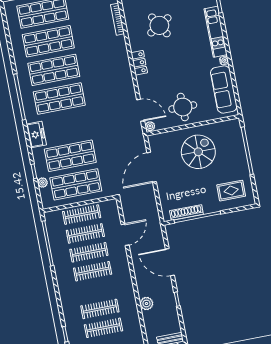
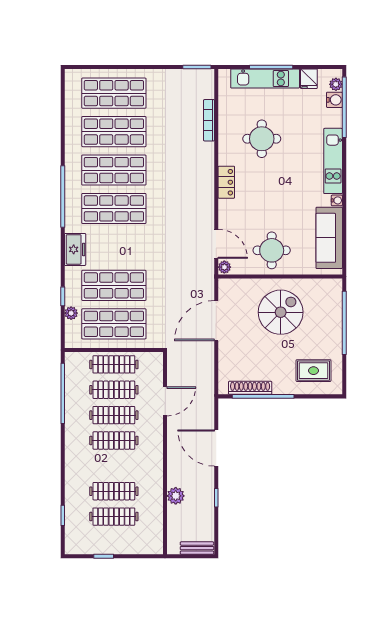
round table: (159, 25) -> (262, 139), turned 31

